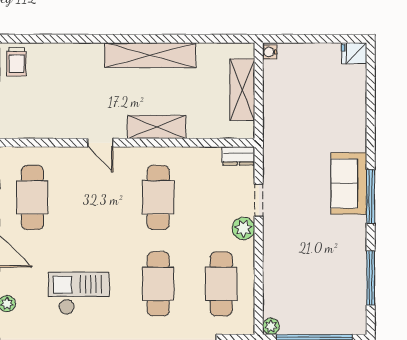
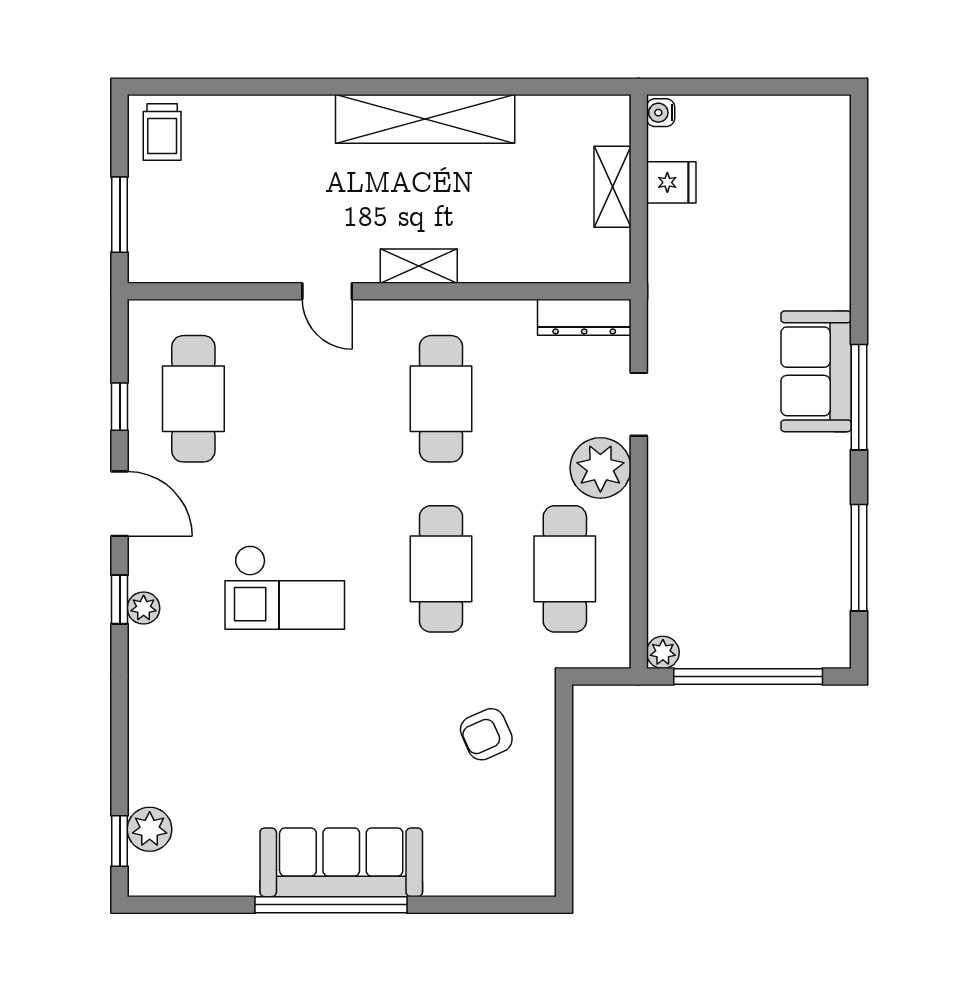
fridge: (354, 53) -> (671, 182), moved, turned 180
shelving: (242, 90) -> (613, 187), width x0.67, depth x0.75
shelving: (157, 127) -> (419, 266), width x0.67, depth x0.75
dresser: (238, 156) -> (584, 317), width x1.44
plant: (243, 228) -> (600, 468), width x1.36, depth x1.36
checkout: (79, 293) -> (285, 587), turned 180

